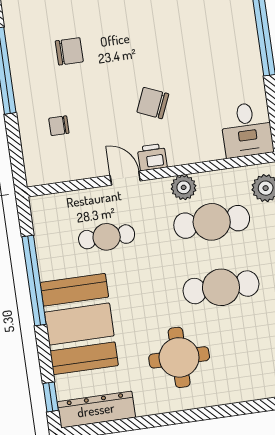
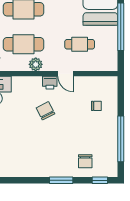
chair: (69, 51) -> (85, 161), moved, turned -90
chair: (153, 103) -> (45, 111), turned -140

